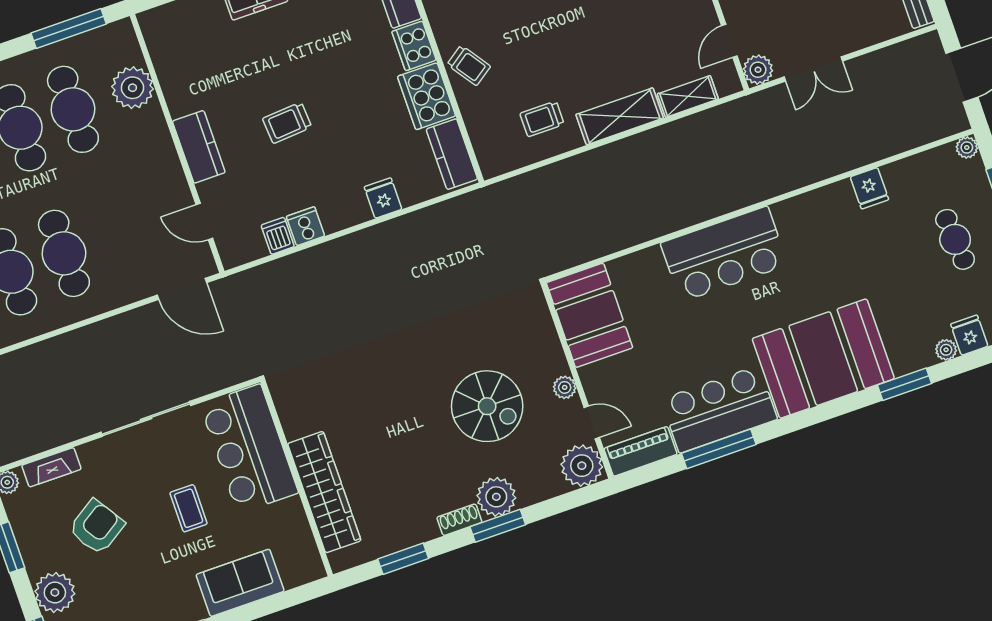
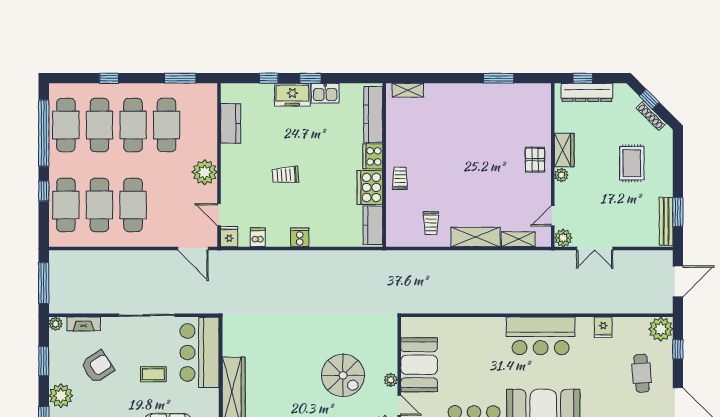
window: (69, 28) -> (180, 78), width x0.69
trolley: (469, 65) -> (400, 178), turned -145
plant: (132, 88) -> (205, 172), moved
trolley: (542, 119) -> (431, 223), turned -90
kitchen counter: (199, 147) -> (231, 123), moved
plant: (967, 148) -> (661, 329), width x1.87, depth x1.87
fridge: (383, 198) -> (229, 237), moved
cooker: (306, 226) -> (300, 237), moved
bar counter: (724, 254) -> (541, 336), moved
booth: (590, 315) -> (419, 365), moved
coffee table: (189, 508) -> (153, 374), turned 90

